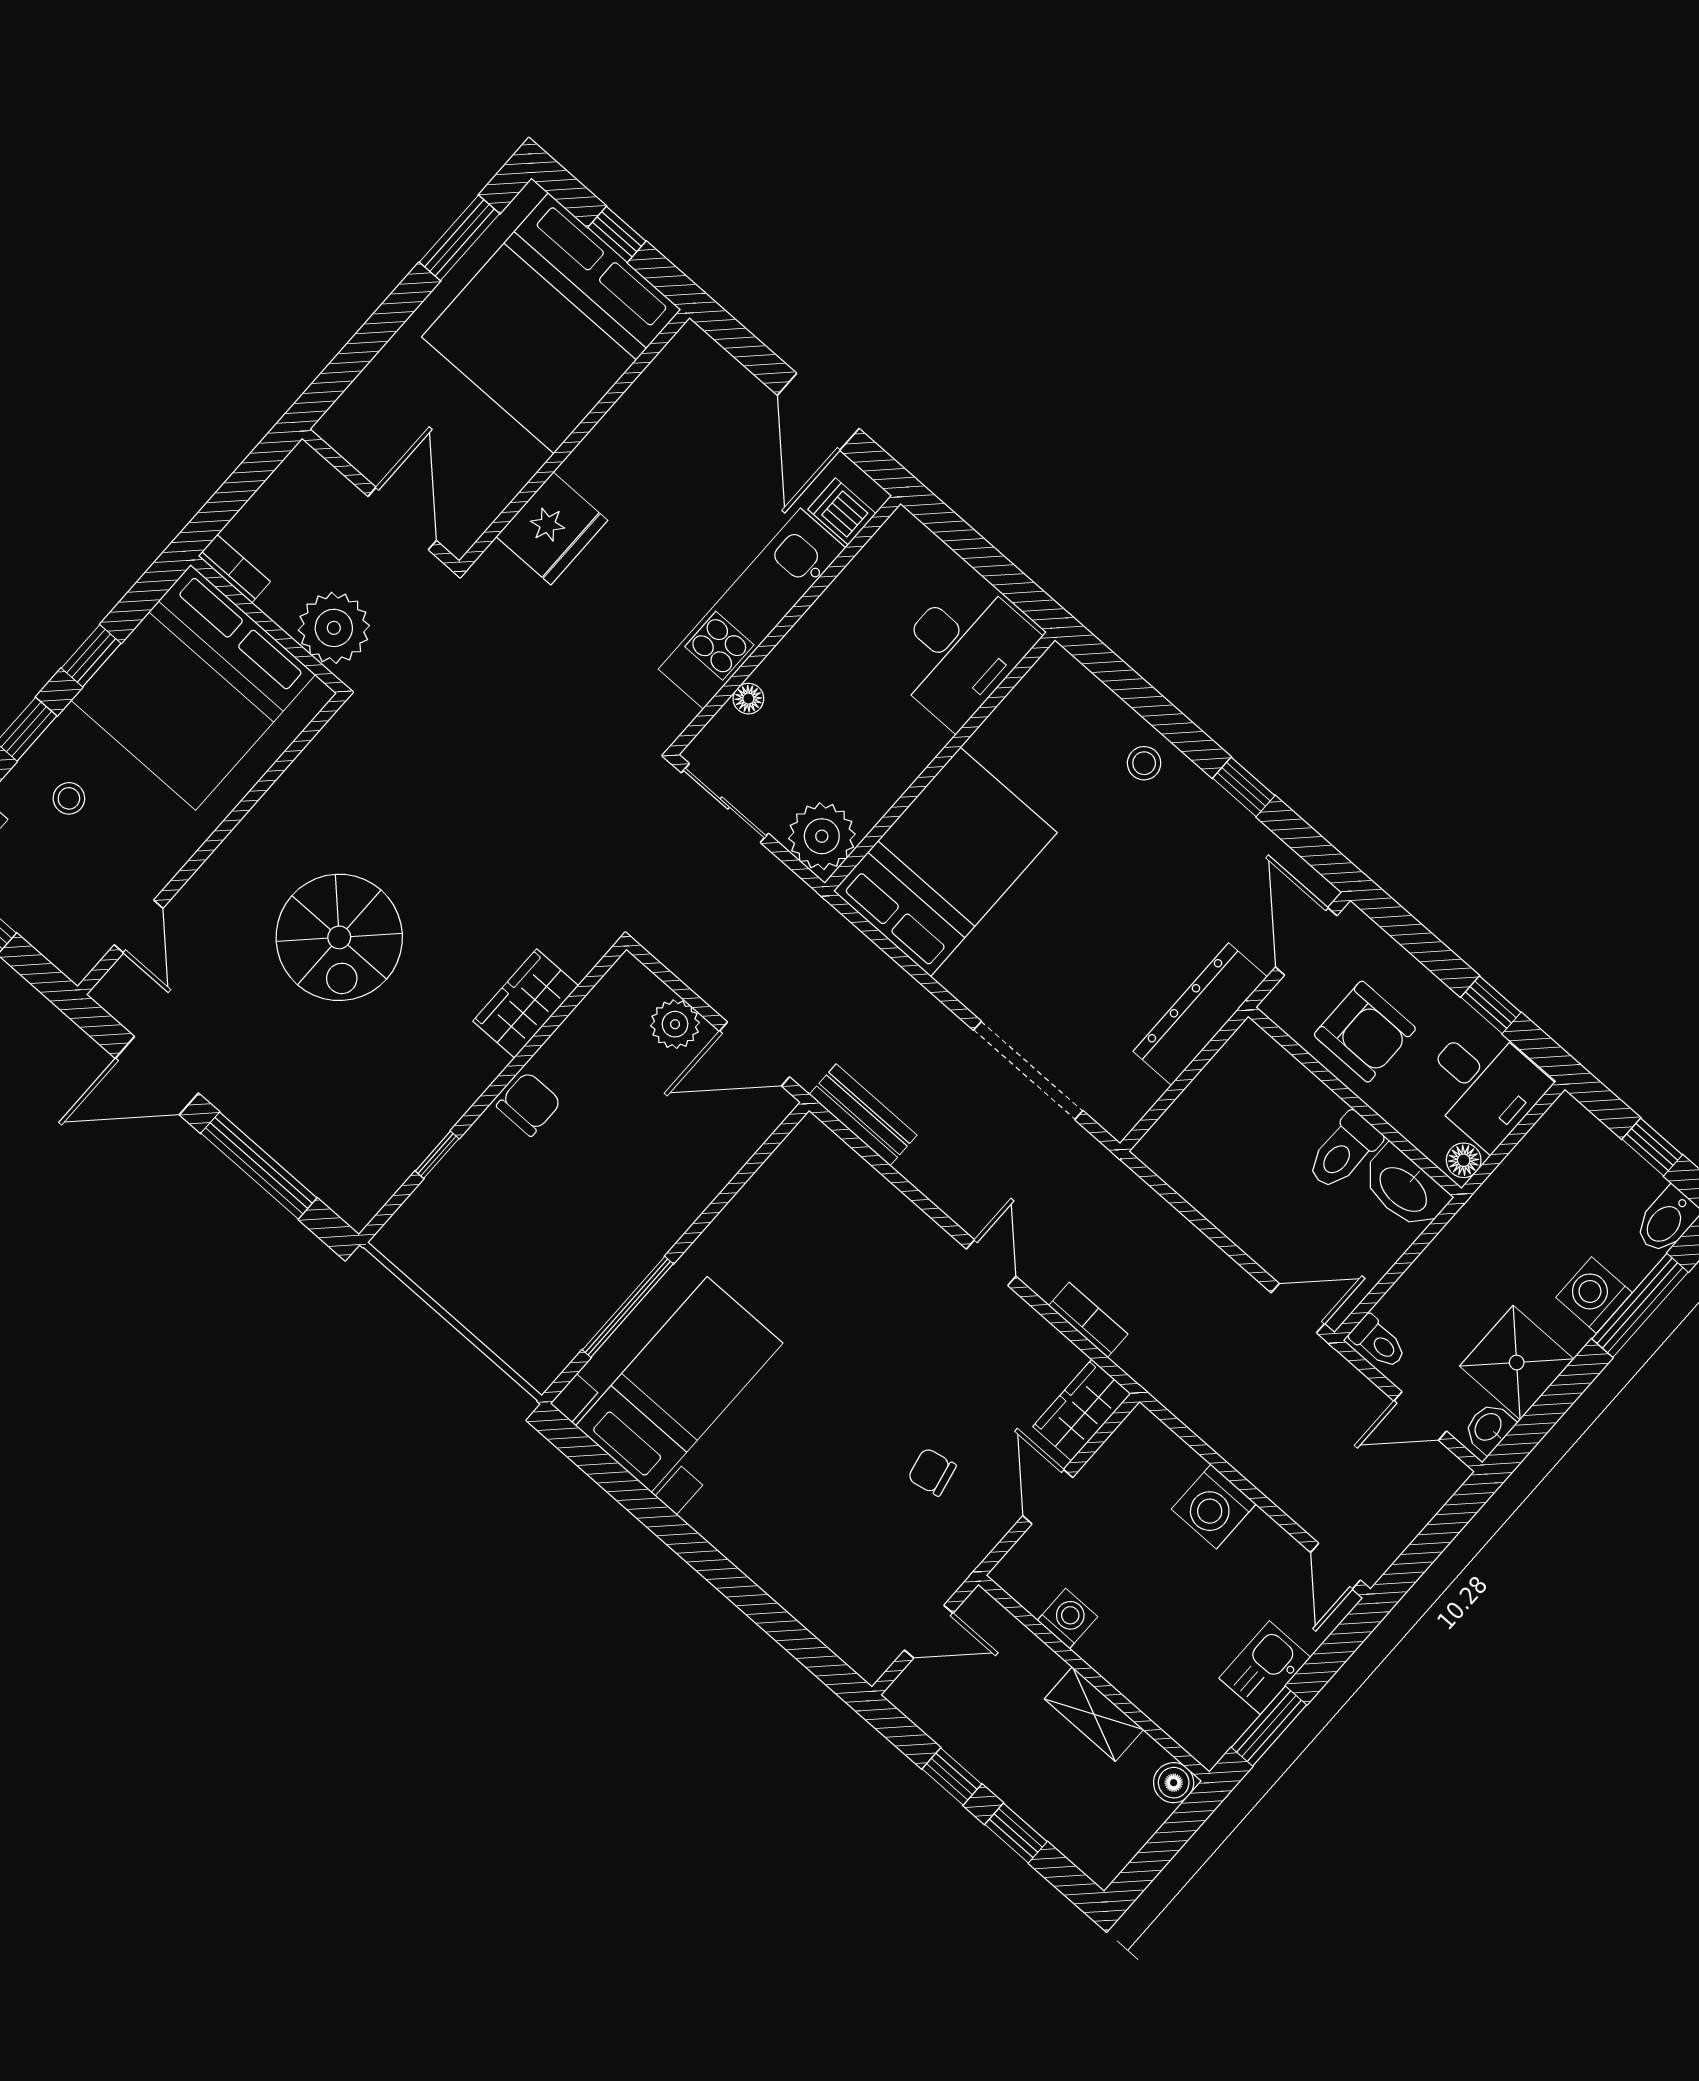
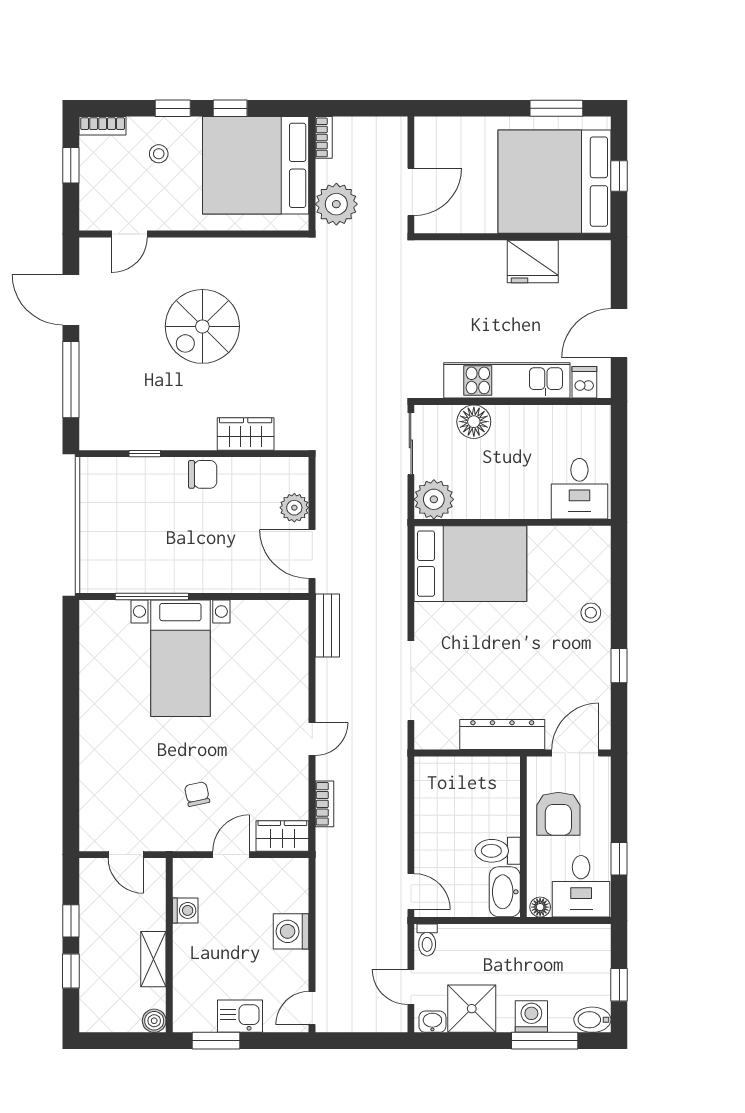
fridge: (552, 529) -> (533, 261), moved
desk: (961, 651) -> (579, 489), width x0.73
floor lamp: (748, 699) -> (474, 422), width x1.89, depth x1.89
bed with nightstands: (679, 1384) -> (180, 658), moved, turned 90

